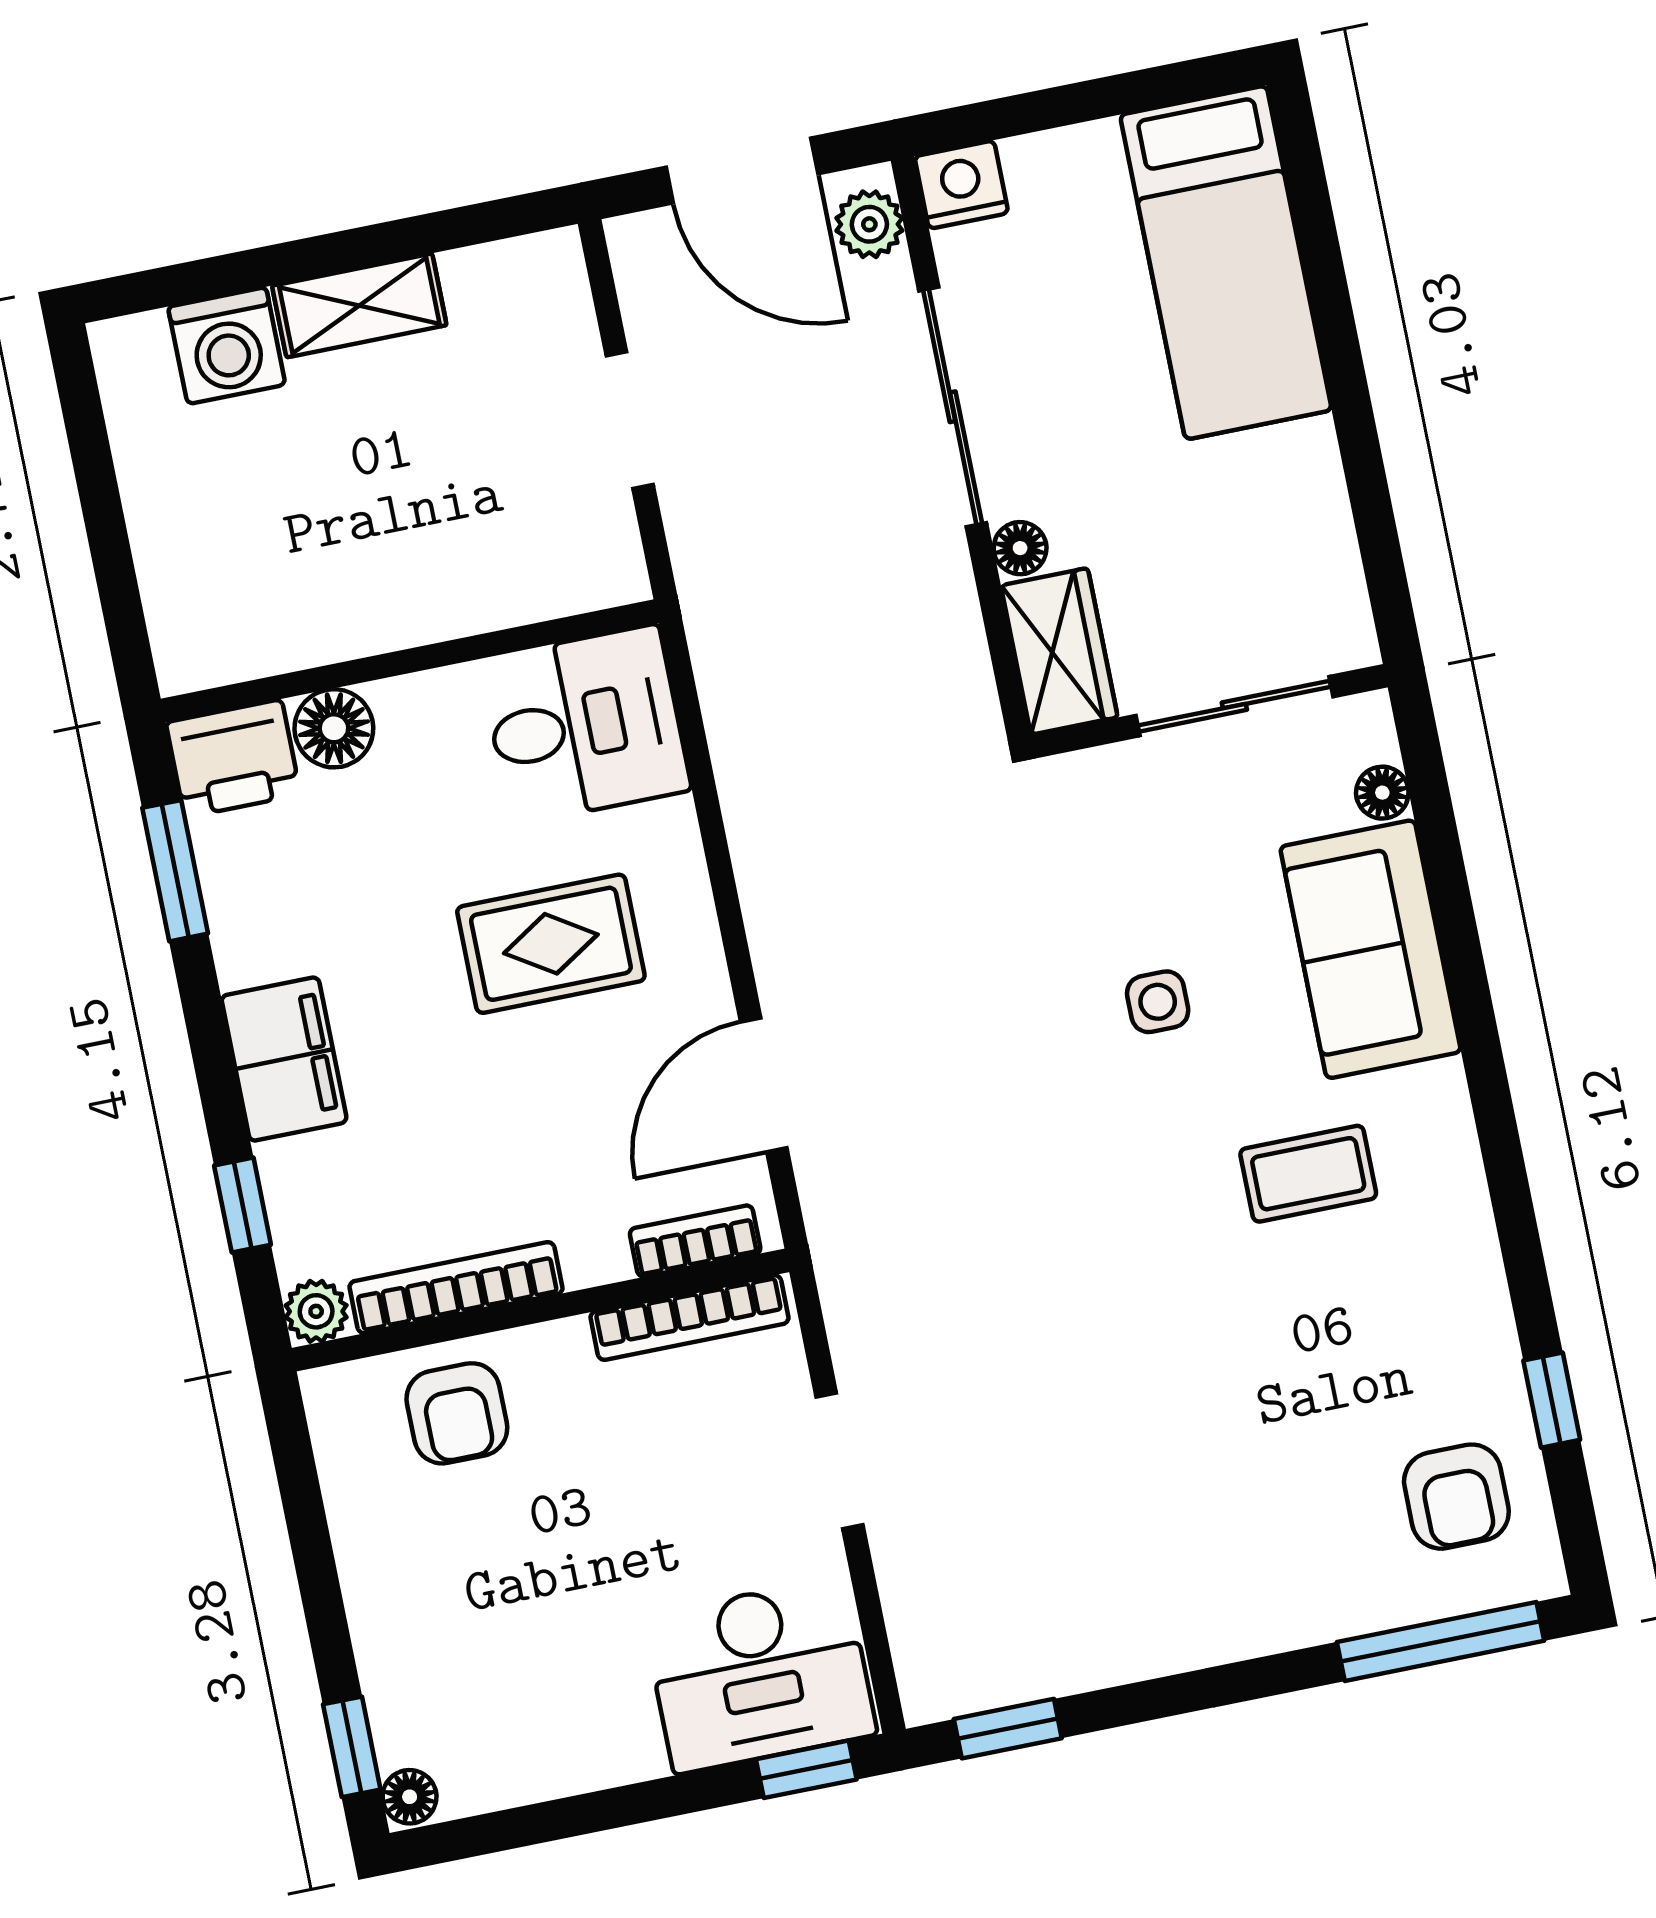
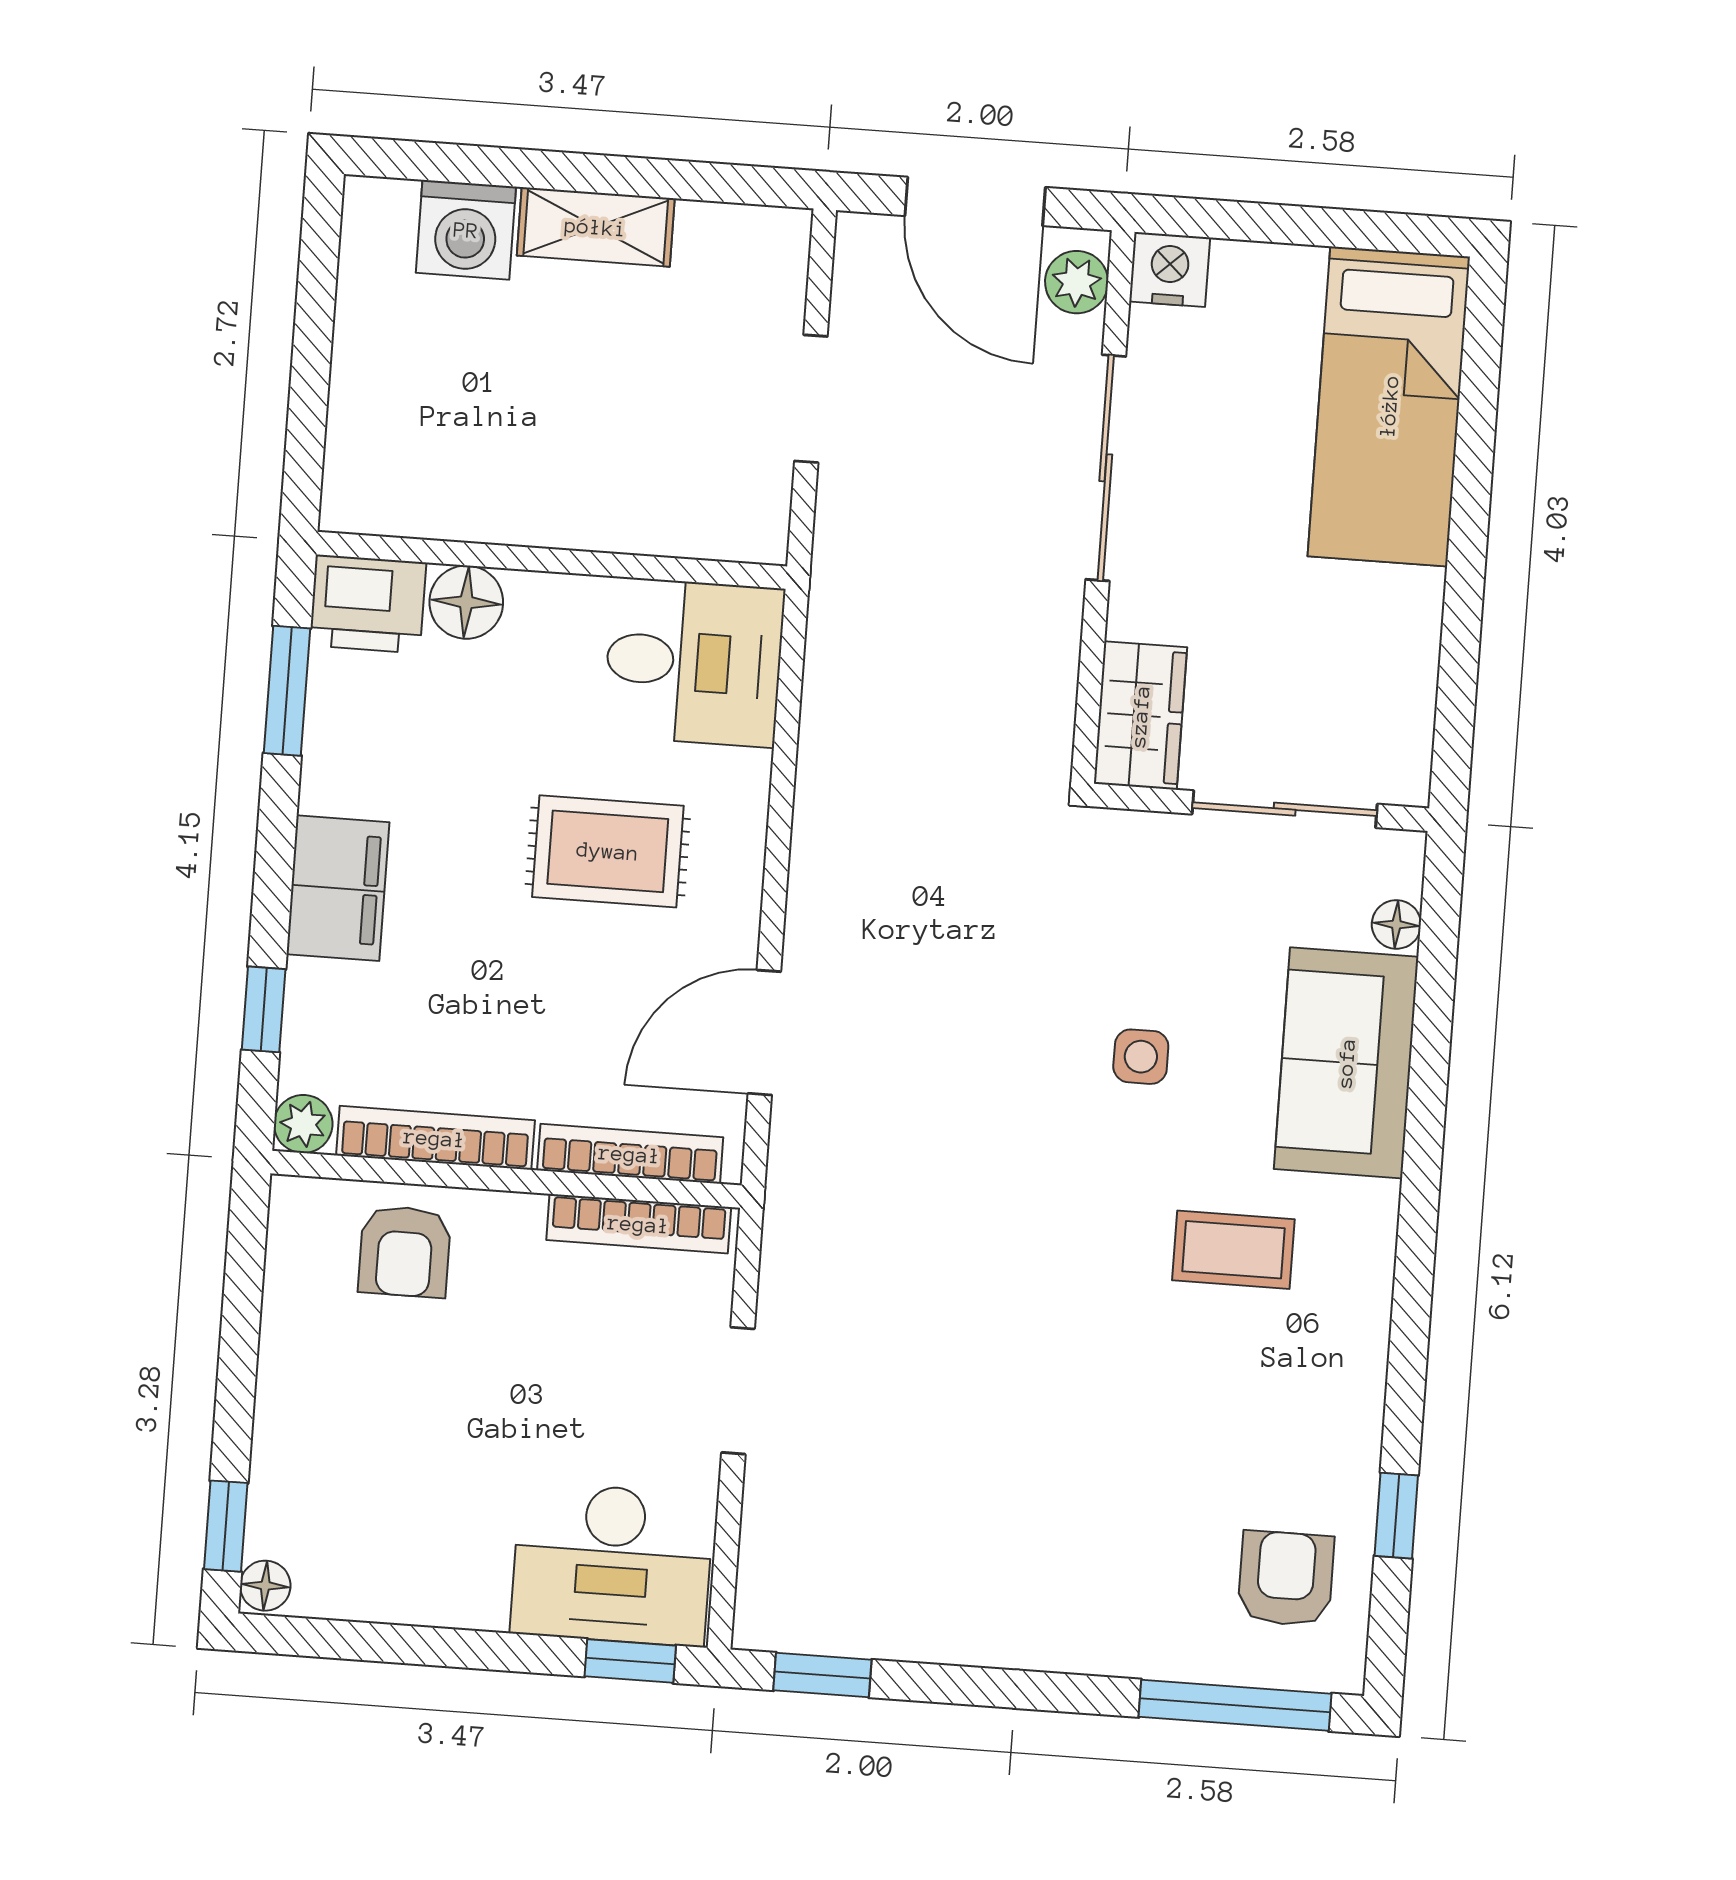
floor lamp: (1020, 548) -> (1131, 612), removed
bookcase: (695, 1241) -> (630, 1154), width x1.56
armchair: (1456, 1497) -> (1286, 1579), turned 180

